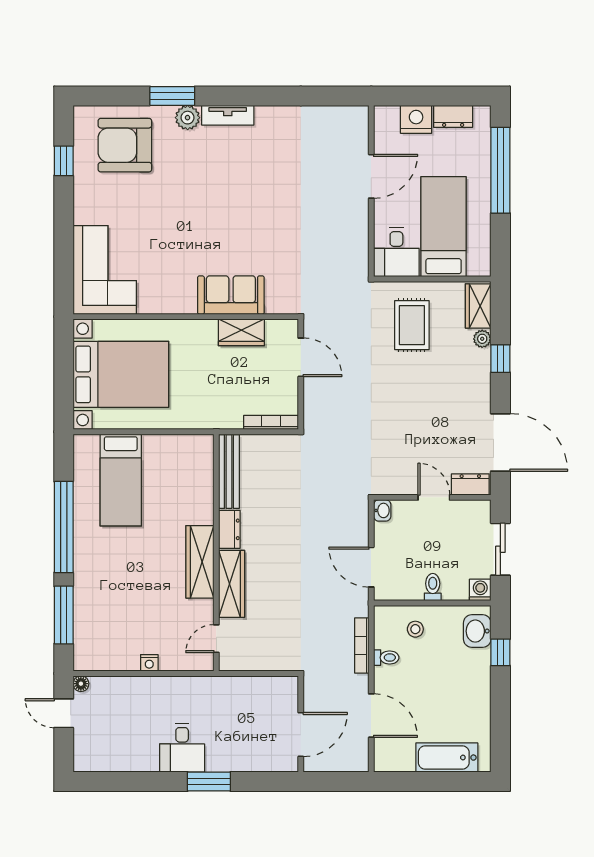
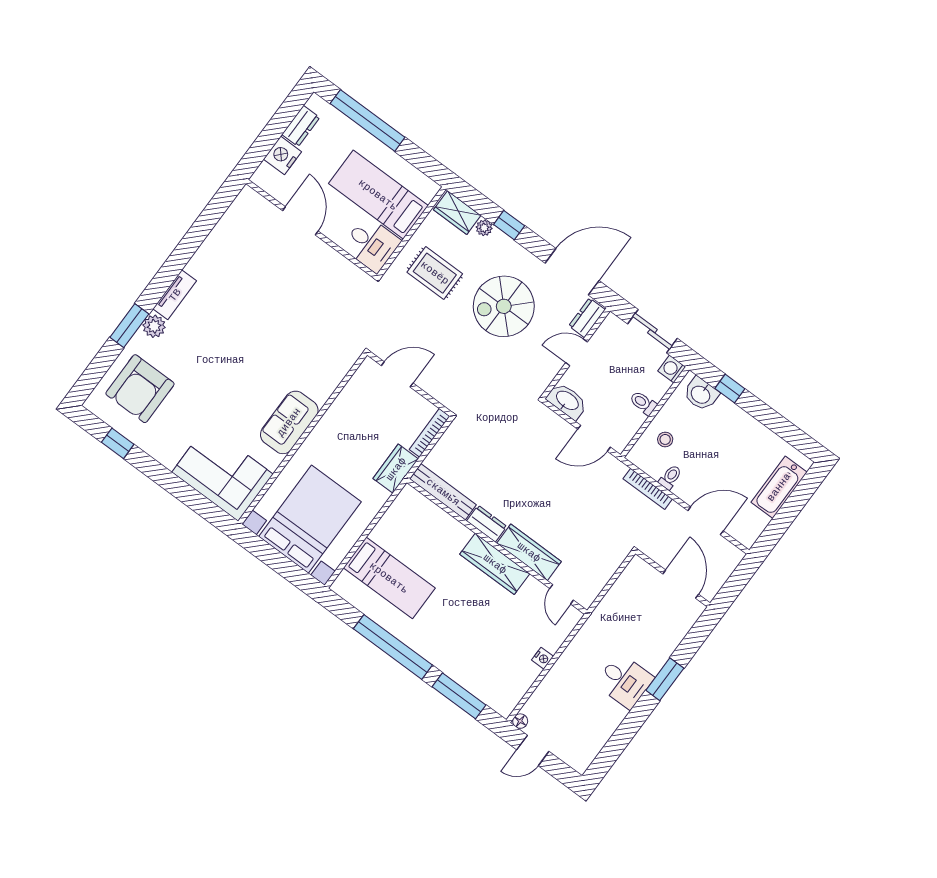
sofa: (231, 295) -> (289, 422), moved
wardrobe: (241, 332) -> (396, 469), moved, turned 180
spiral stairs: (427, 406) -> (504, 306), added
washbasin: (382, 510) -> (567, 401), width x1.91, depth x1.45

